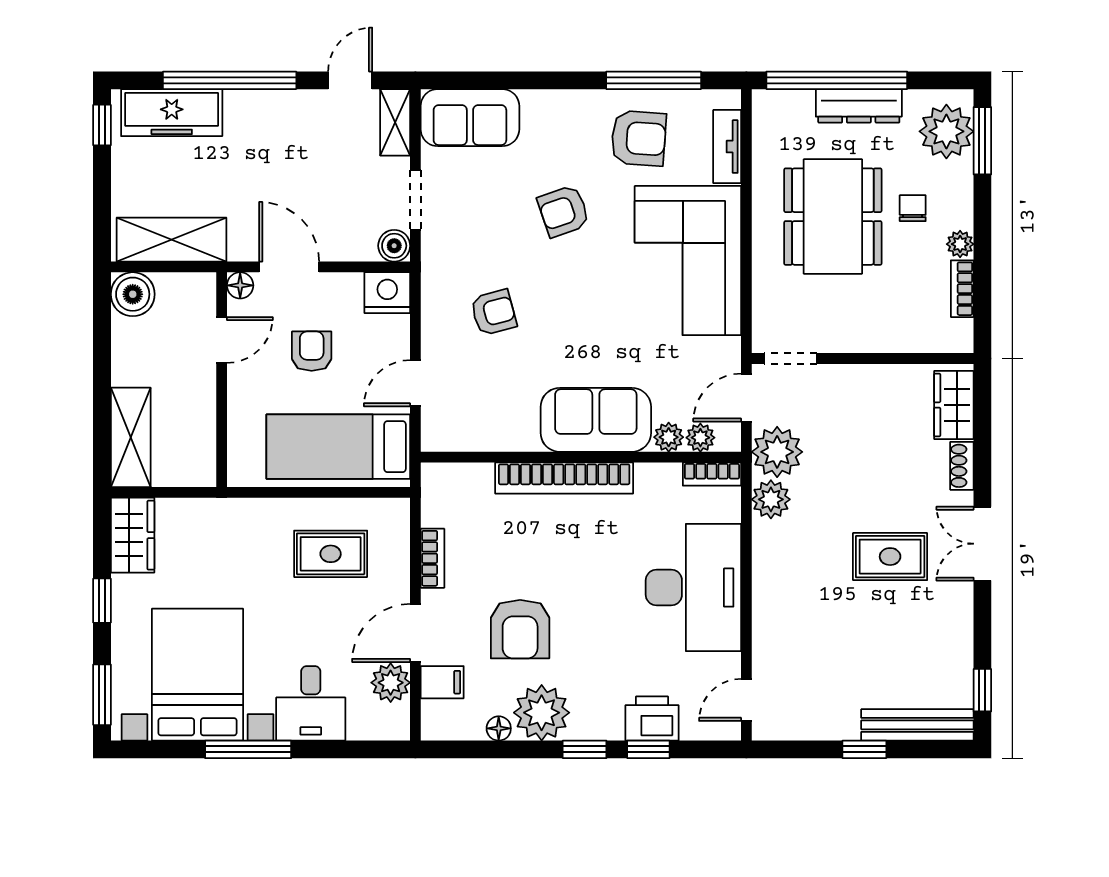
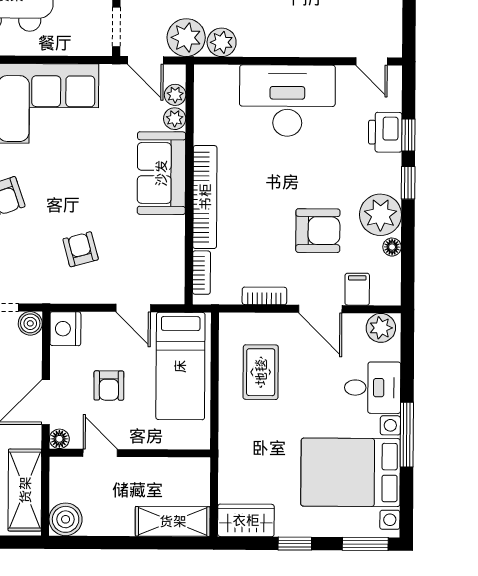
armchair: (312, 351) -> (109, 386), turned -90
bookcase: (712, 474) -> (201, 273), moved
plant: (391, 683) -> (381, 328), moved

